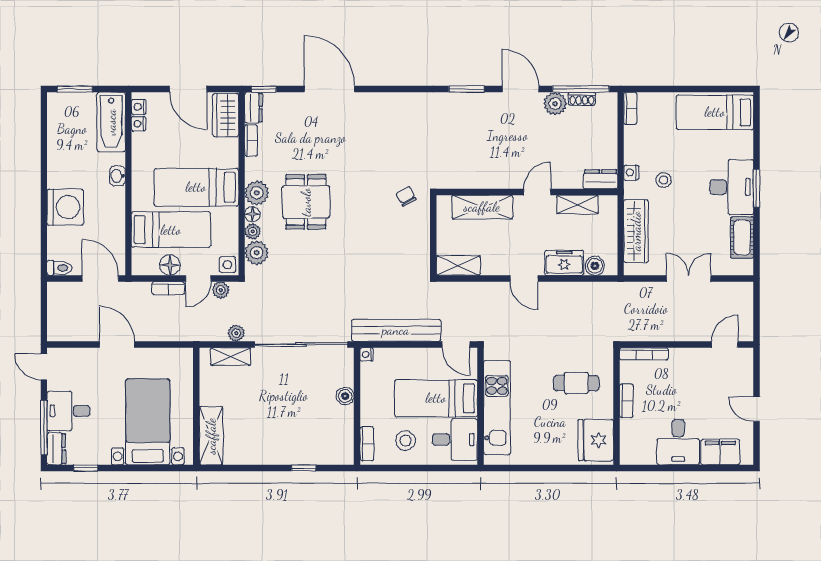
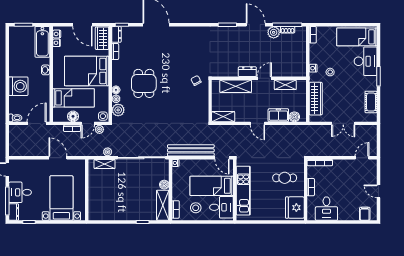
dresser: (600, 179) -> (247, 72), moved
bed: (196, 187) -> (87, 71), width x1.50
desk: (732, 187) -> (366, 61), moved
plant: (257, 193) -> (118, 79), removed
door: (100, 279) -> (37, 123), hinge flipped
double door: (689, 279) -> (343, 123), swing flipped
door: (117, 344) -> (58, 158), moved
shelving: (211, 436) -> (163, 205), moved
desk: (678, 442) -> (326, 209), moved
filing cabinet: (720, 452) -> (365, 214), width x0.50

